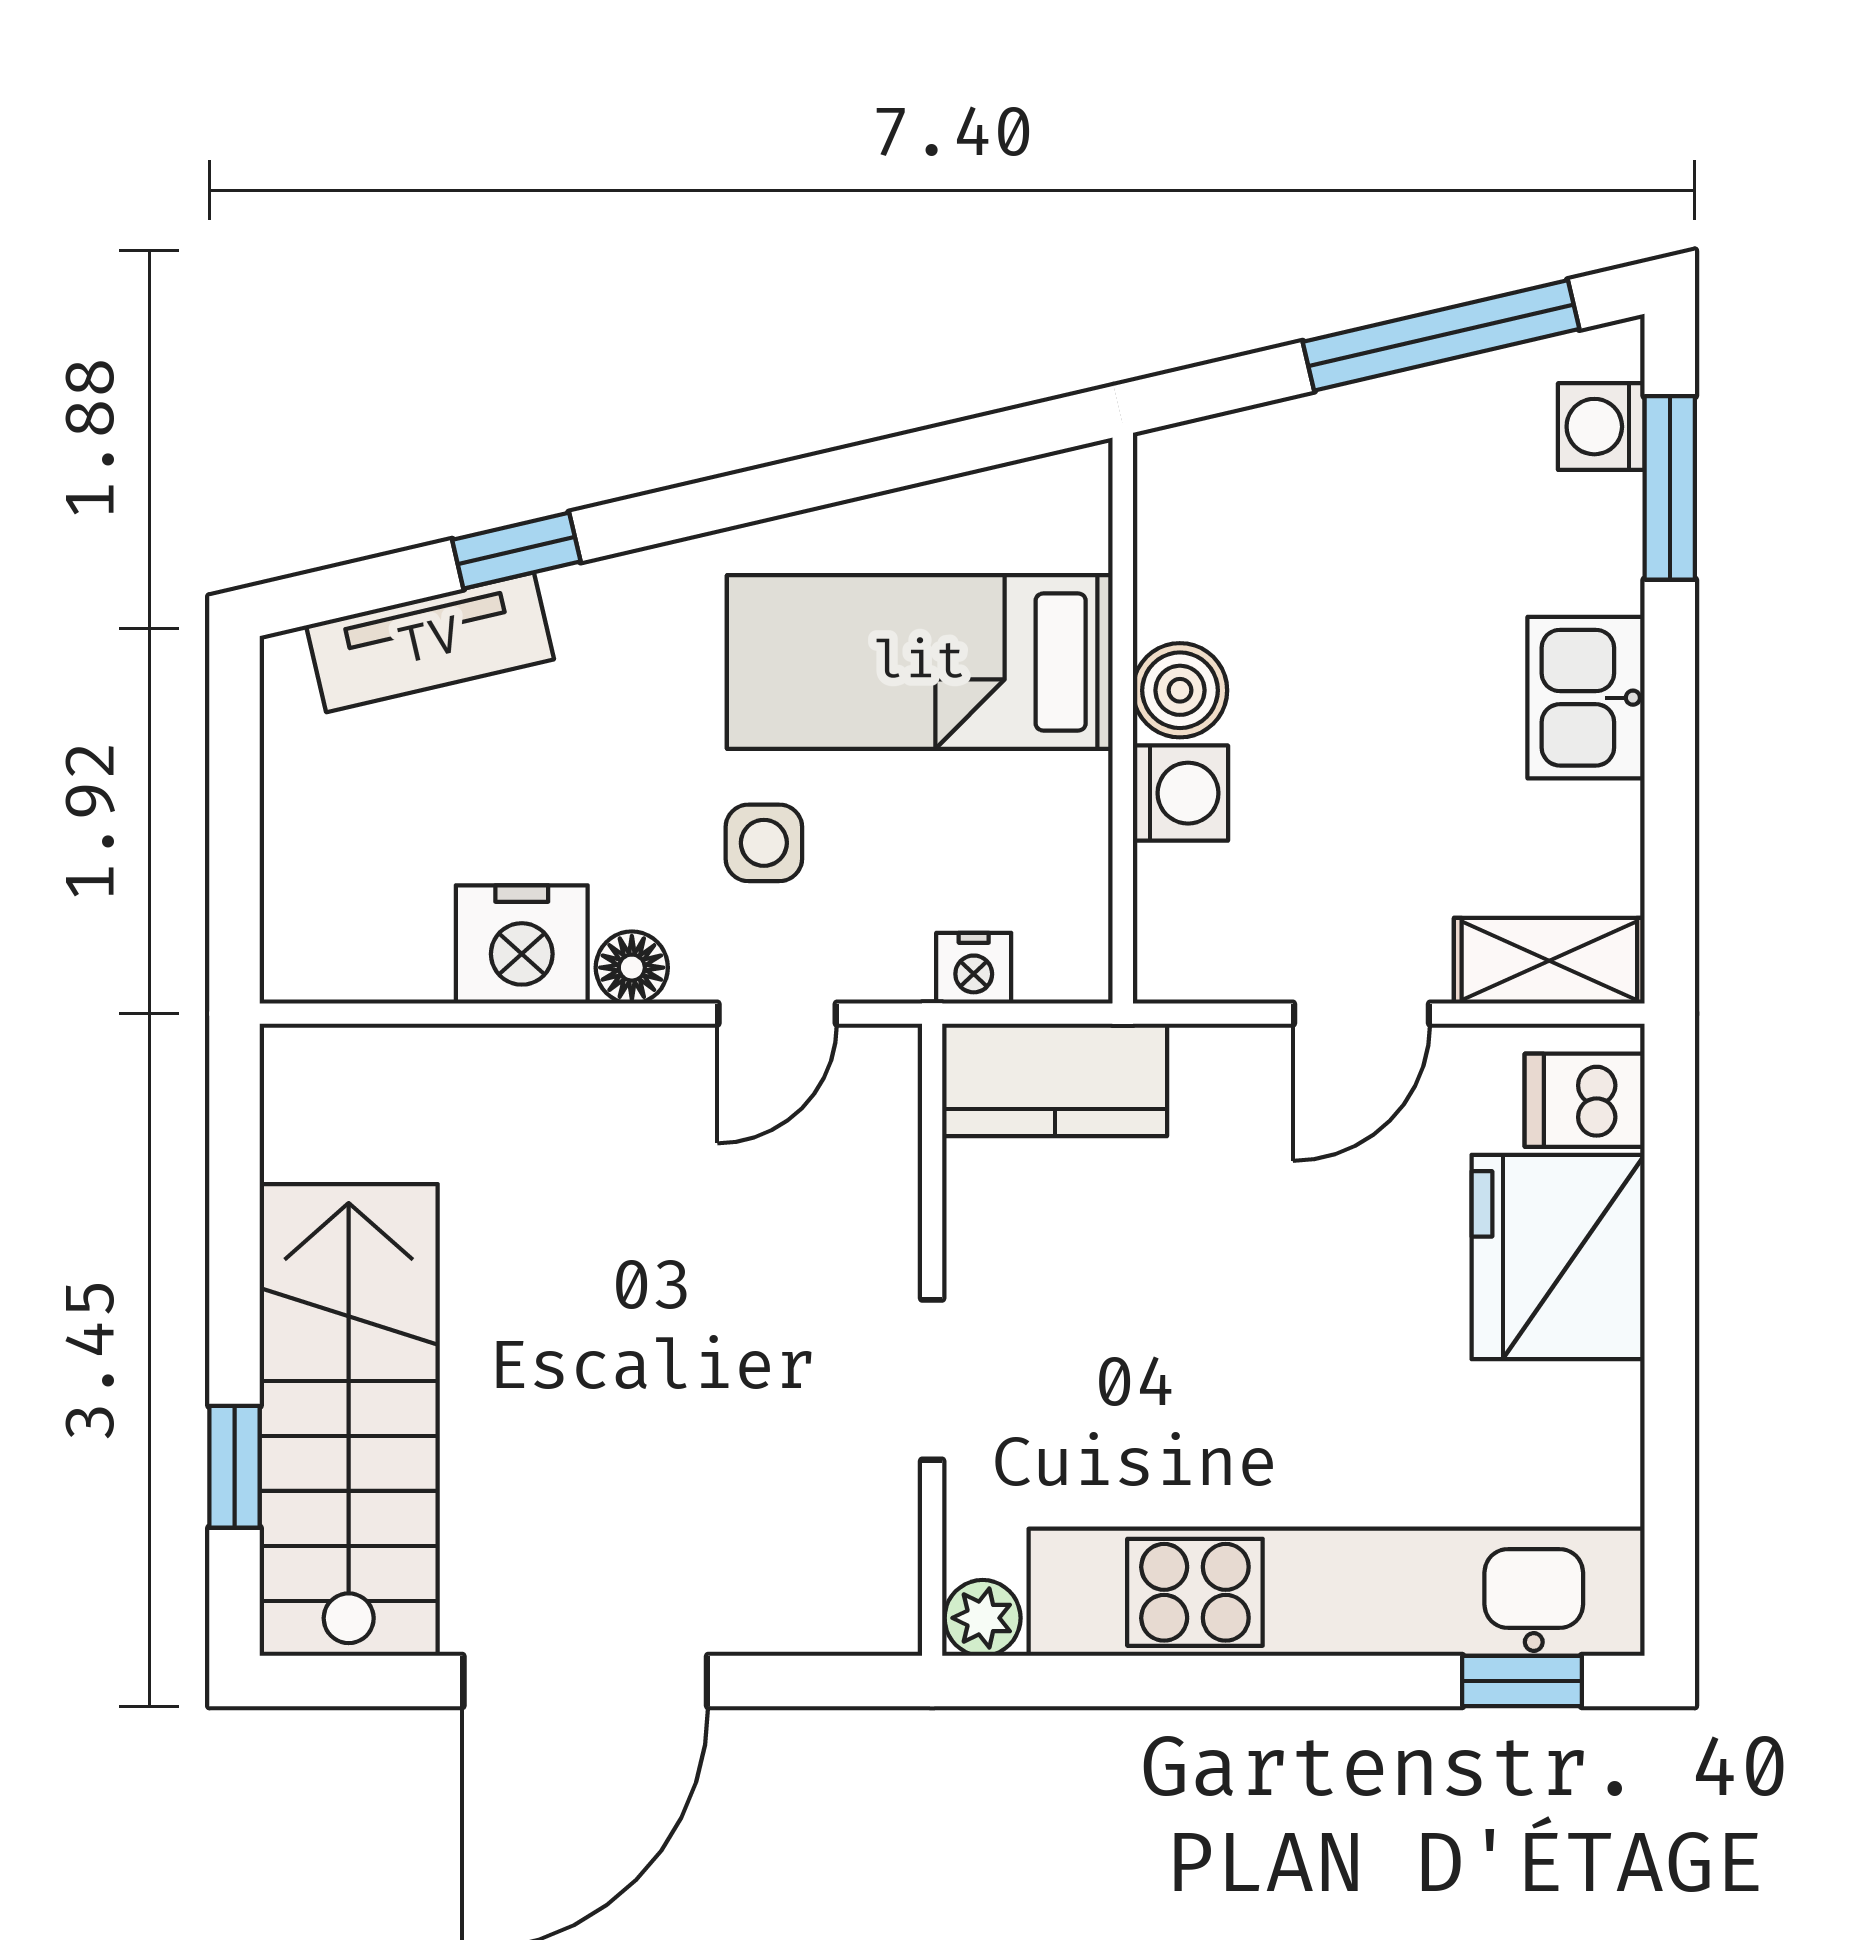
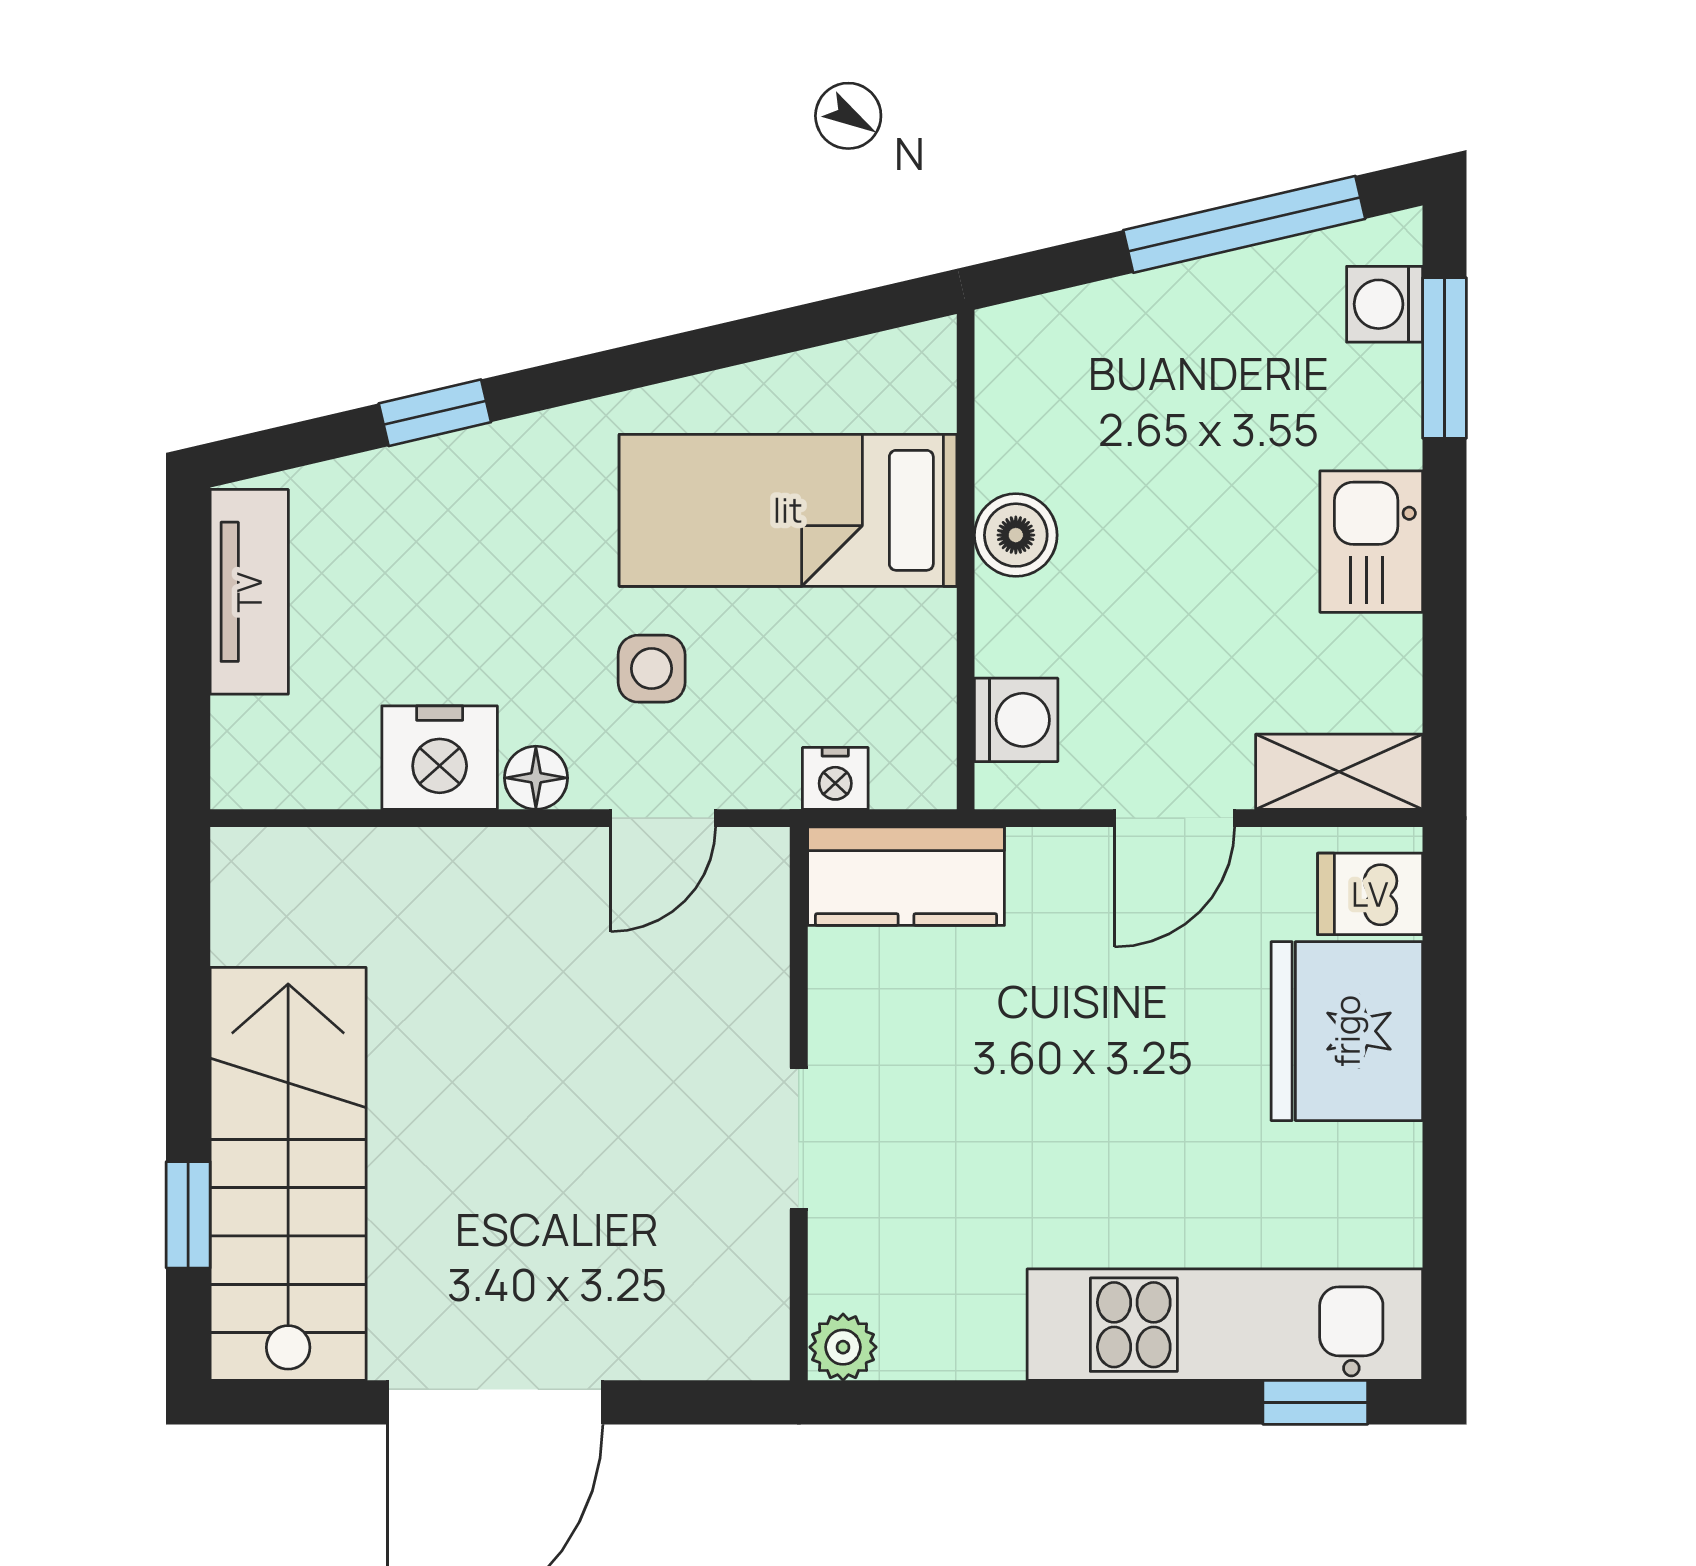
tv unit: (430, 642) -> (249, 592), moved, turned -77
washing machine: (1180, 793) -> (1016, 720), moved
kitchen unit: (1337, 1592) -> (1225, 1325), width x0.73

